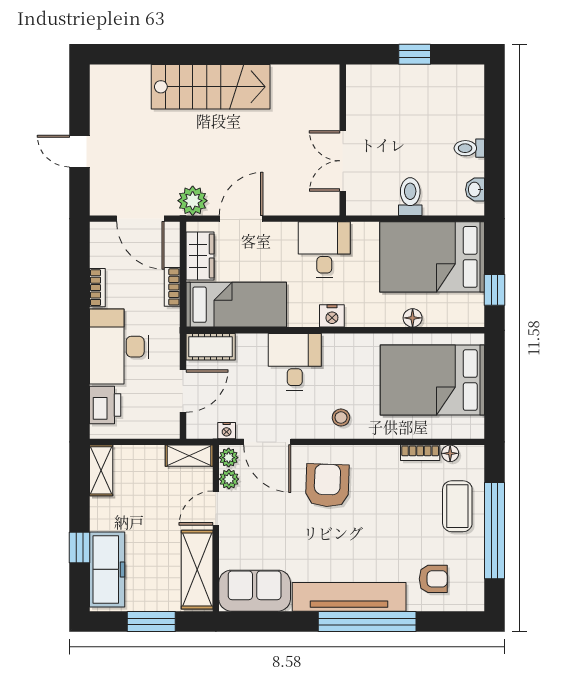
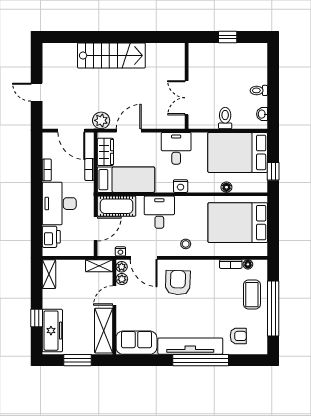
cot: (211, 347) -> (117, 206), width x1.37, depth x1.34

